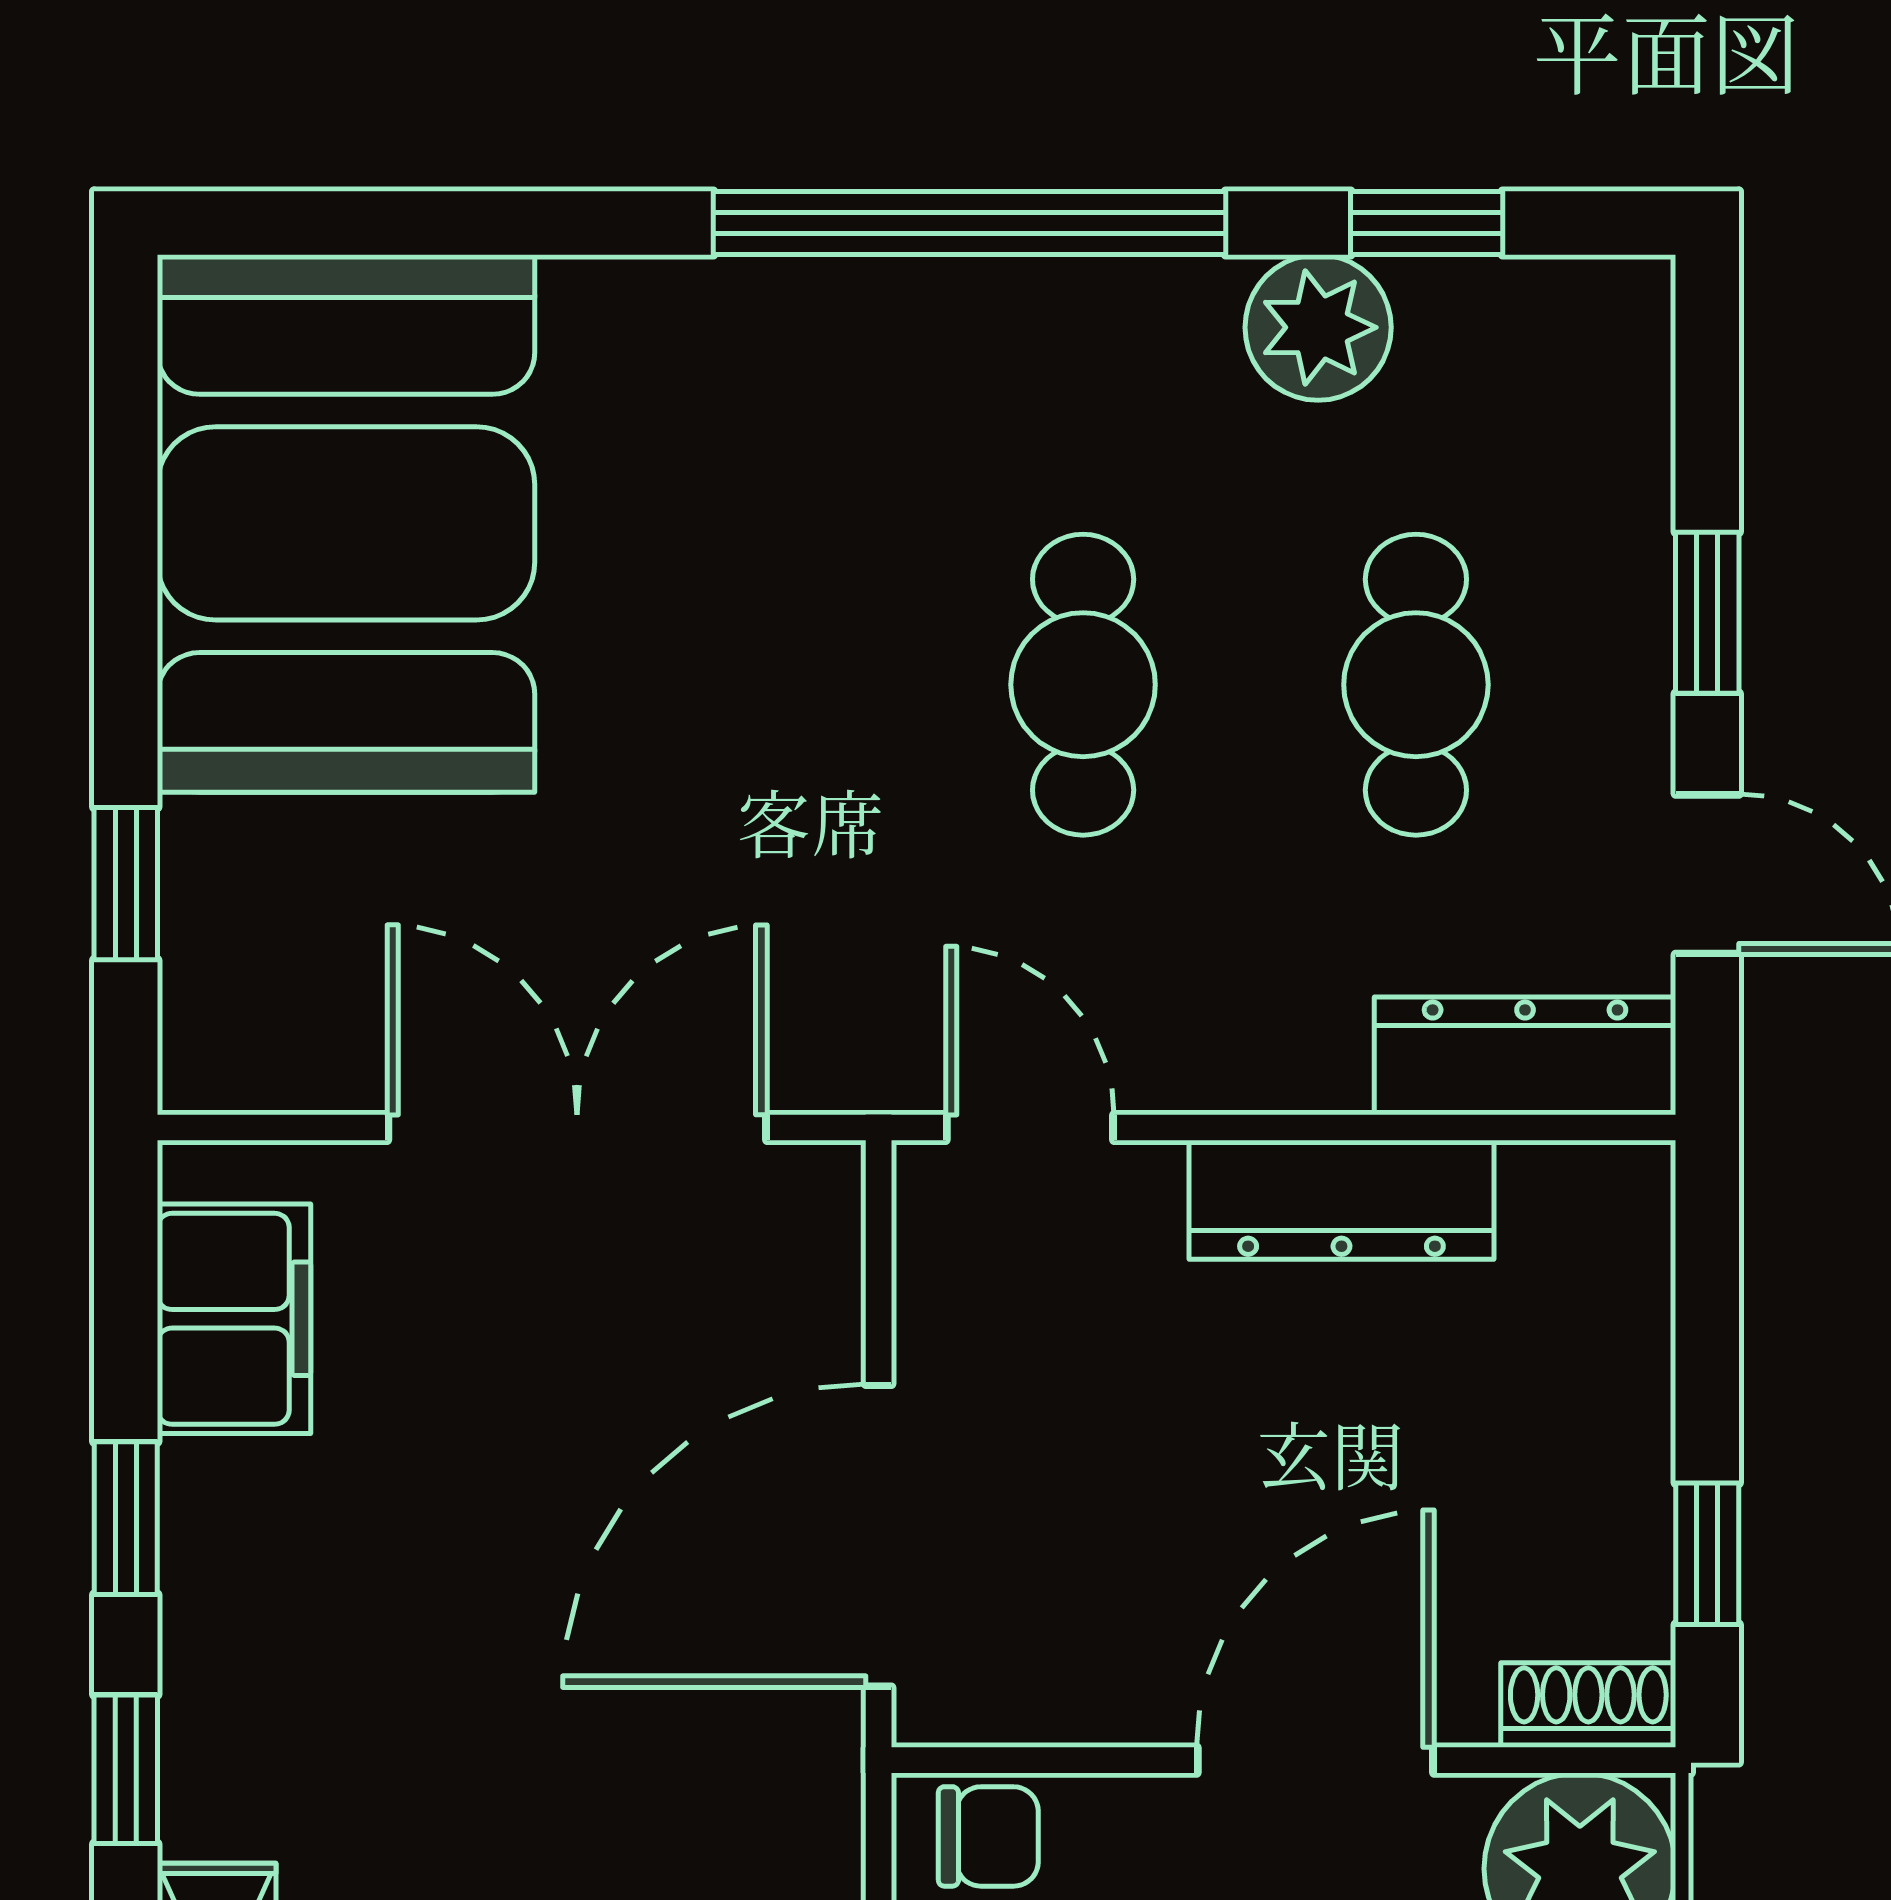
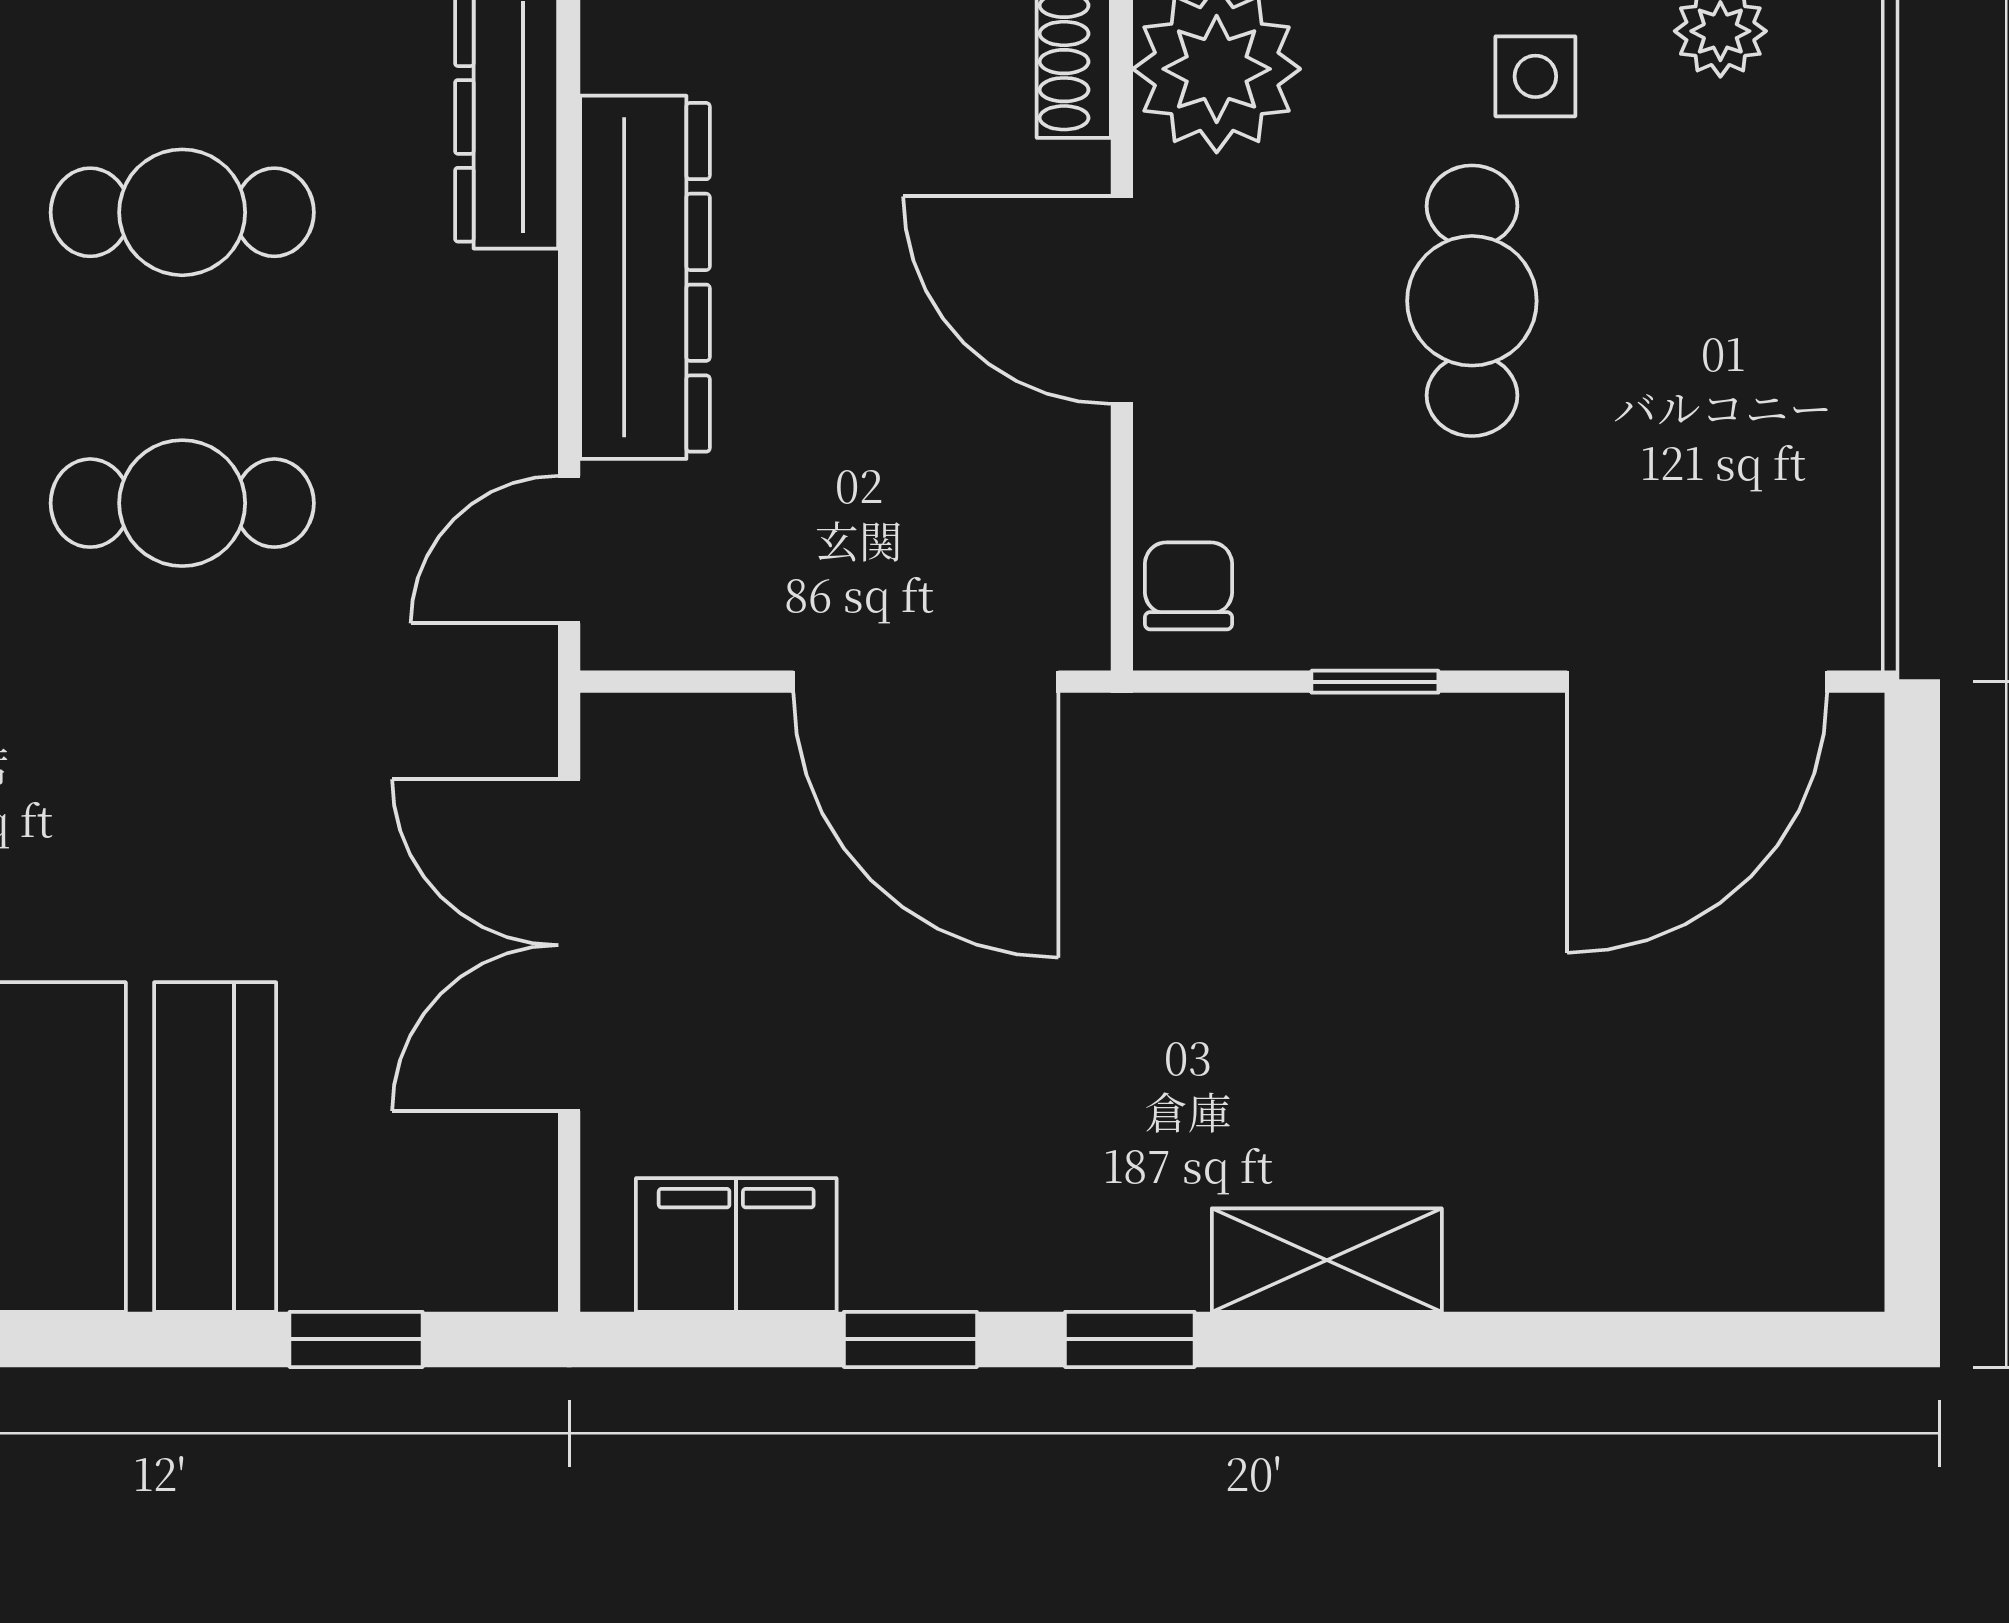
dresser: (1341, 1200) -> (645, 277), width x1.37, depth x1.24

